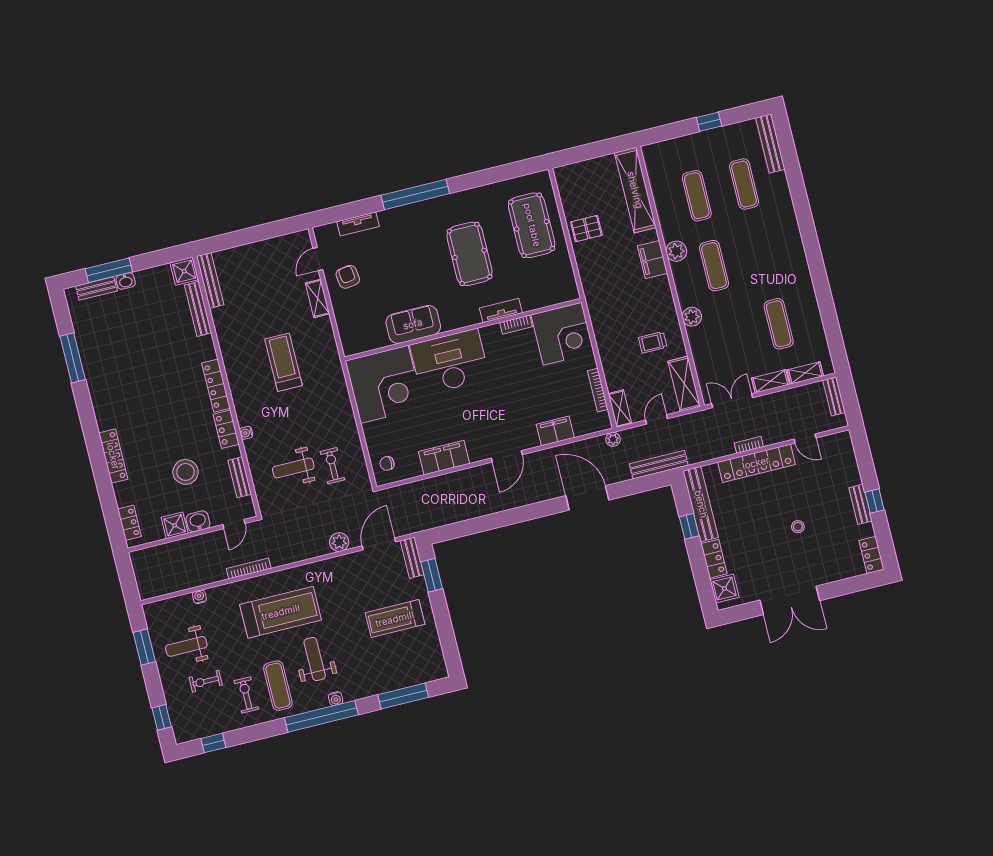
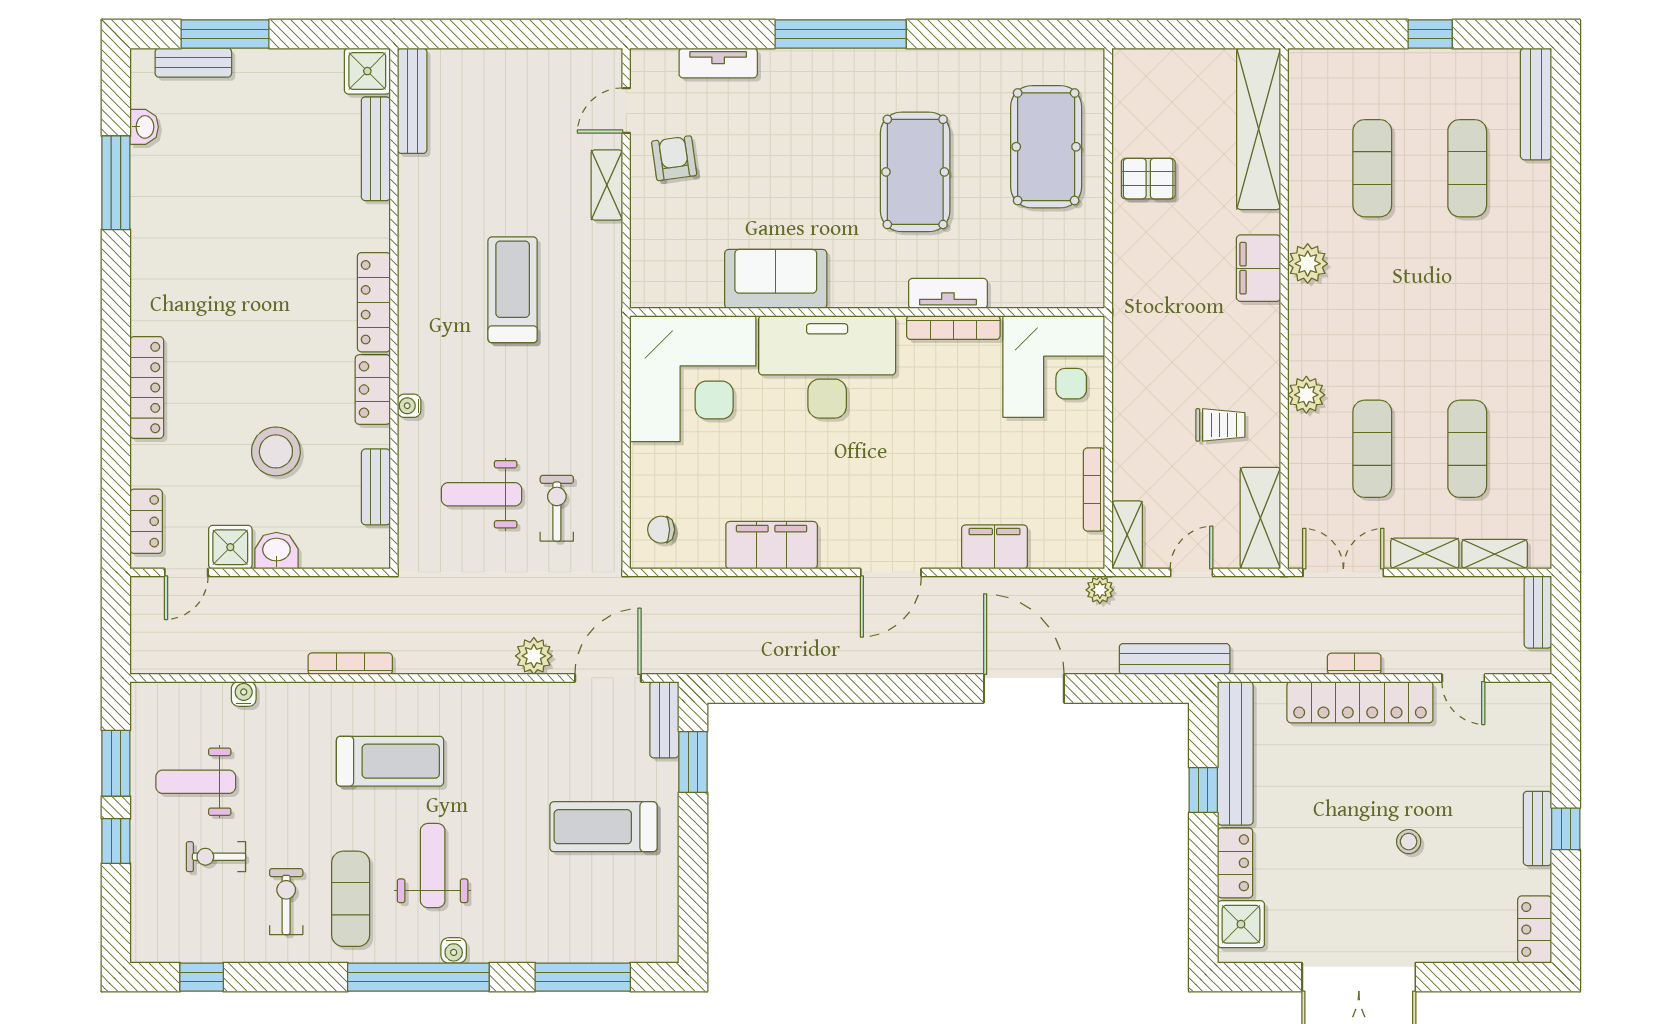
exercise mat: (714, 266) -> (1372, 449), moved
washbasin: (126, 281) -> (144, 127), moved, turned -90
bookcase: (516, 325) -> (953, 327), width x1.56
trolley: (653, 342) -> (1220, 425), turned 180
door: (234, 524) -> (186, 572), moved
treadmill: (281, 612) -> (390, 761), width x0.73, depth x0.73
window: (162, 717) -> (116, 841), moved

